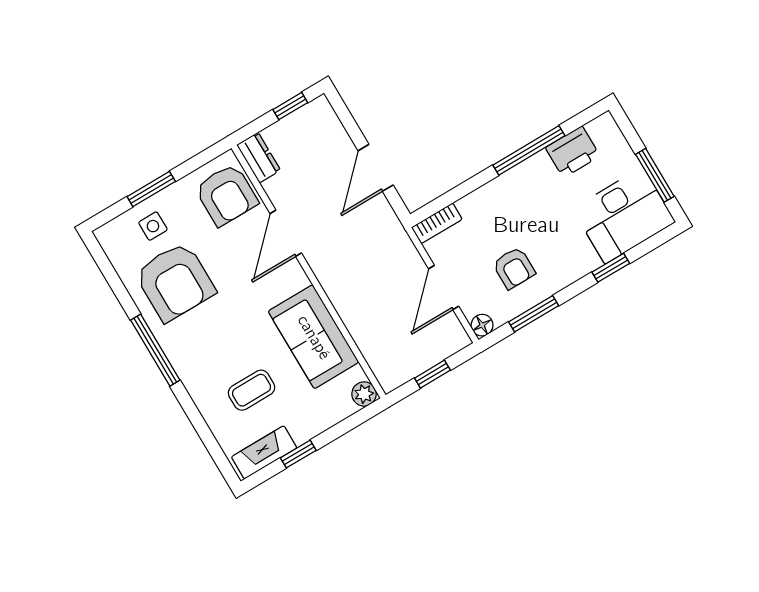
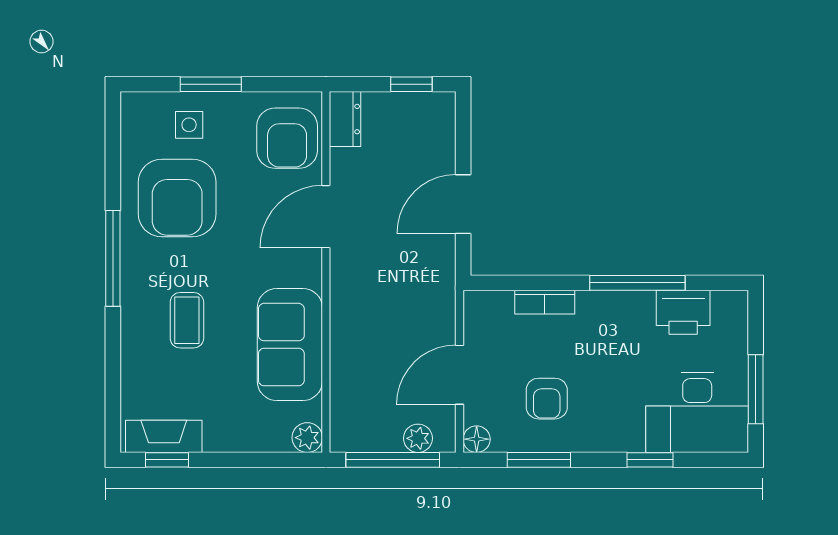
bookcase: (437, 223) -> (545, 302), moved
plant: (441, 349) -> (418, 438), added
window: (432, 374) -> (393, 460), width x2.17
coffee table: (252, 390) -> (187, 320), moved, turned 90
window: (298, 454) -> (167, 460), moved

